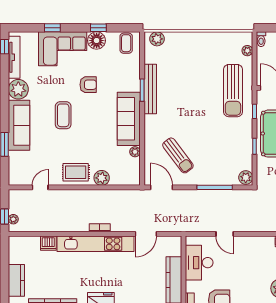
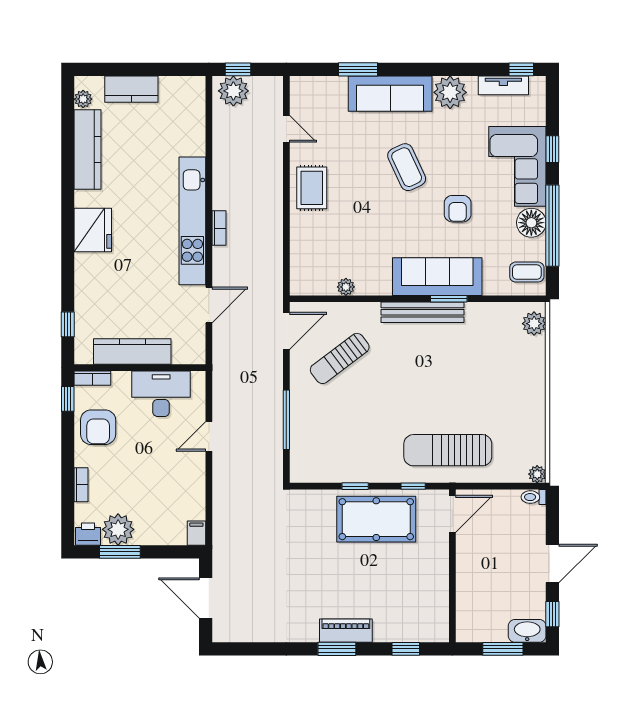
window: (98, 28) -> (552, 226), width x3.17
plant: (247, 51) -> (537, 474), moved
tv unit: (14, 57) -> (503, 85), width x0.71
bench: (150, 89) -> (423, 312), moved
coffee table: (63, 115) -> (407, 167), turned 65
sofa: (129, 119) -> (437, 277), moved
plant: (102, 178) -> (302, 231), removed
plant: (246, 178) -> (303, 471), removed
plant: (13, 219) -> (233, 91), width x1.88, depth x1.88
door: (146, 234) -> (209, 305), swing flipped
dishwasher: (48, 243) -> (194, 142), removed

